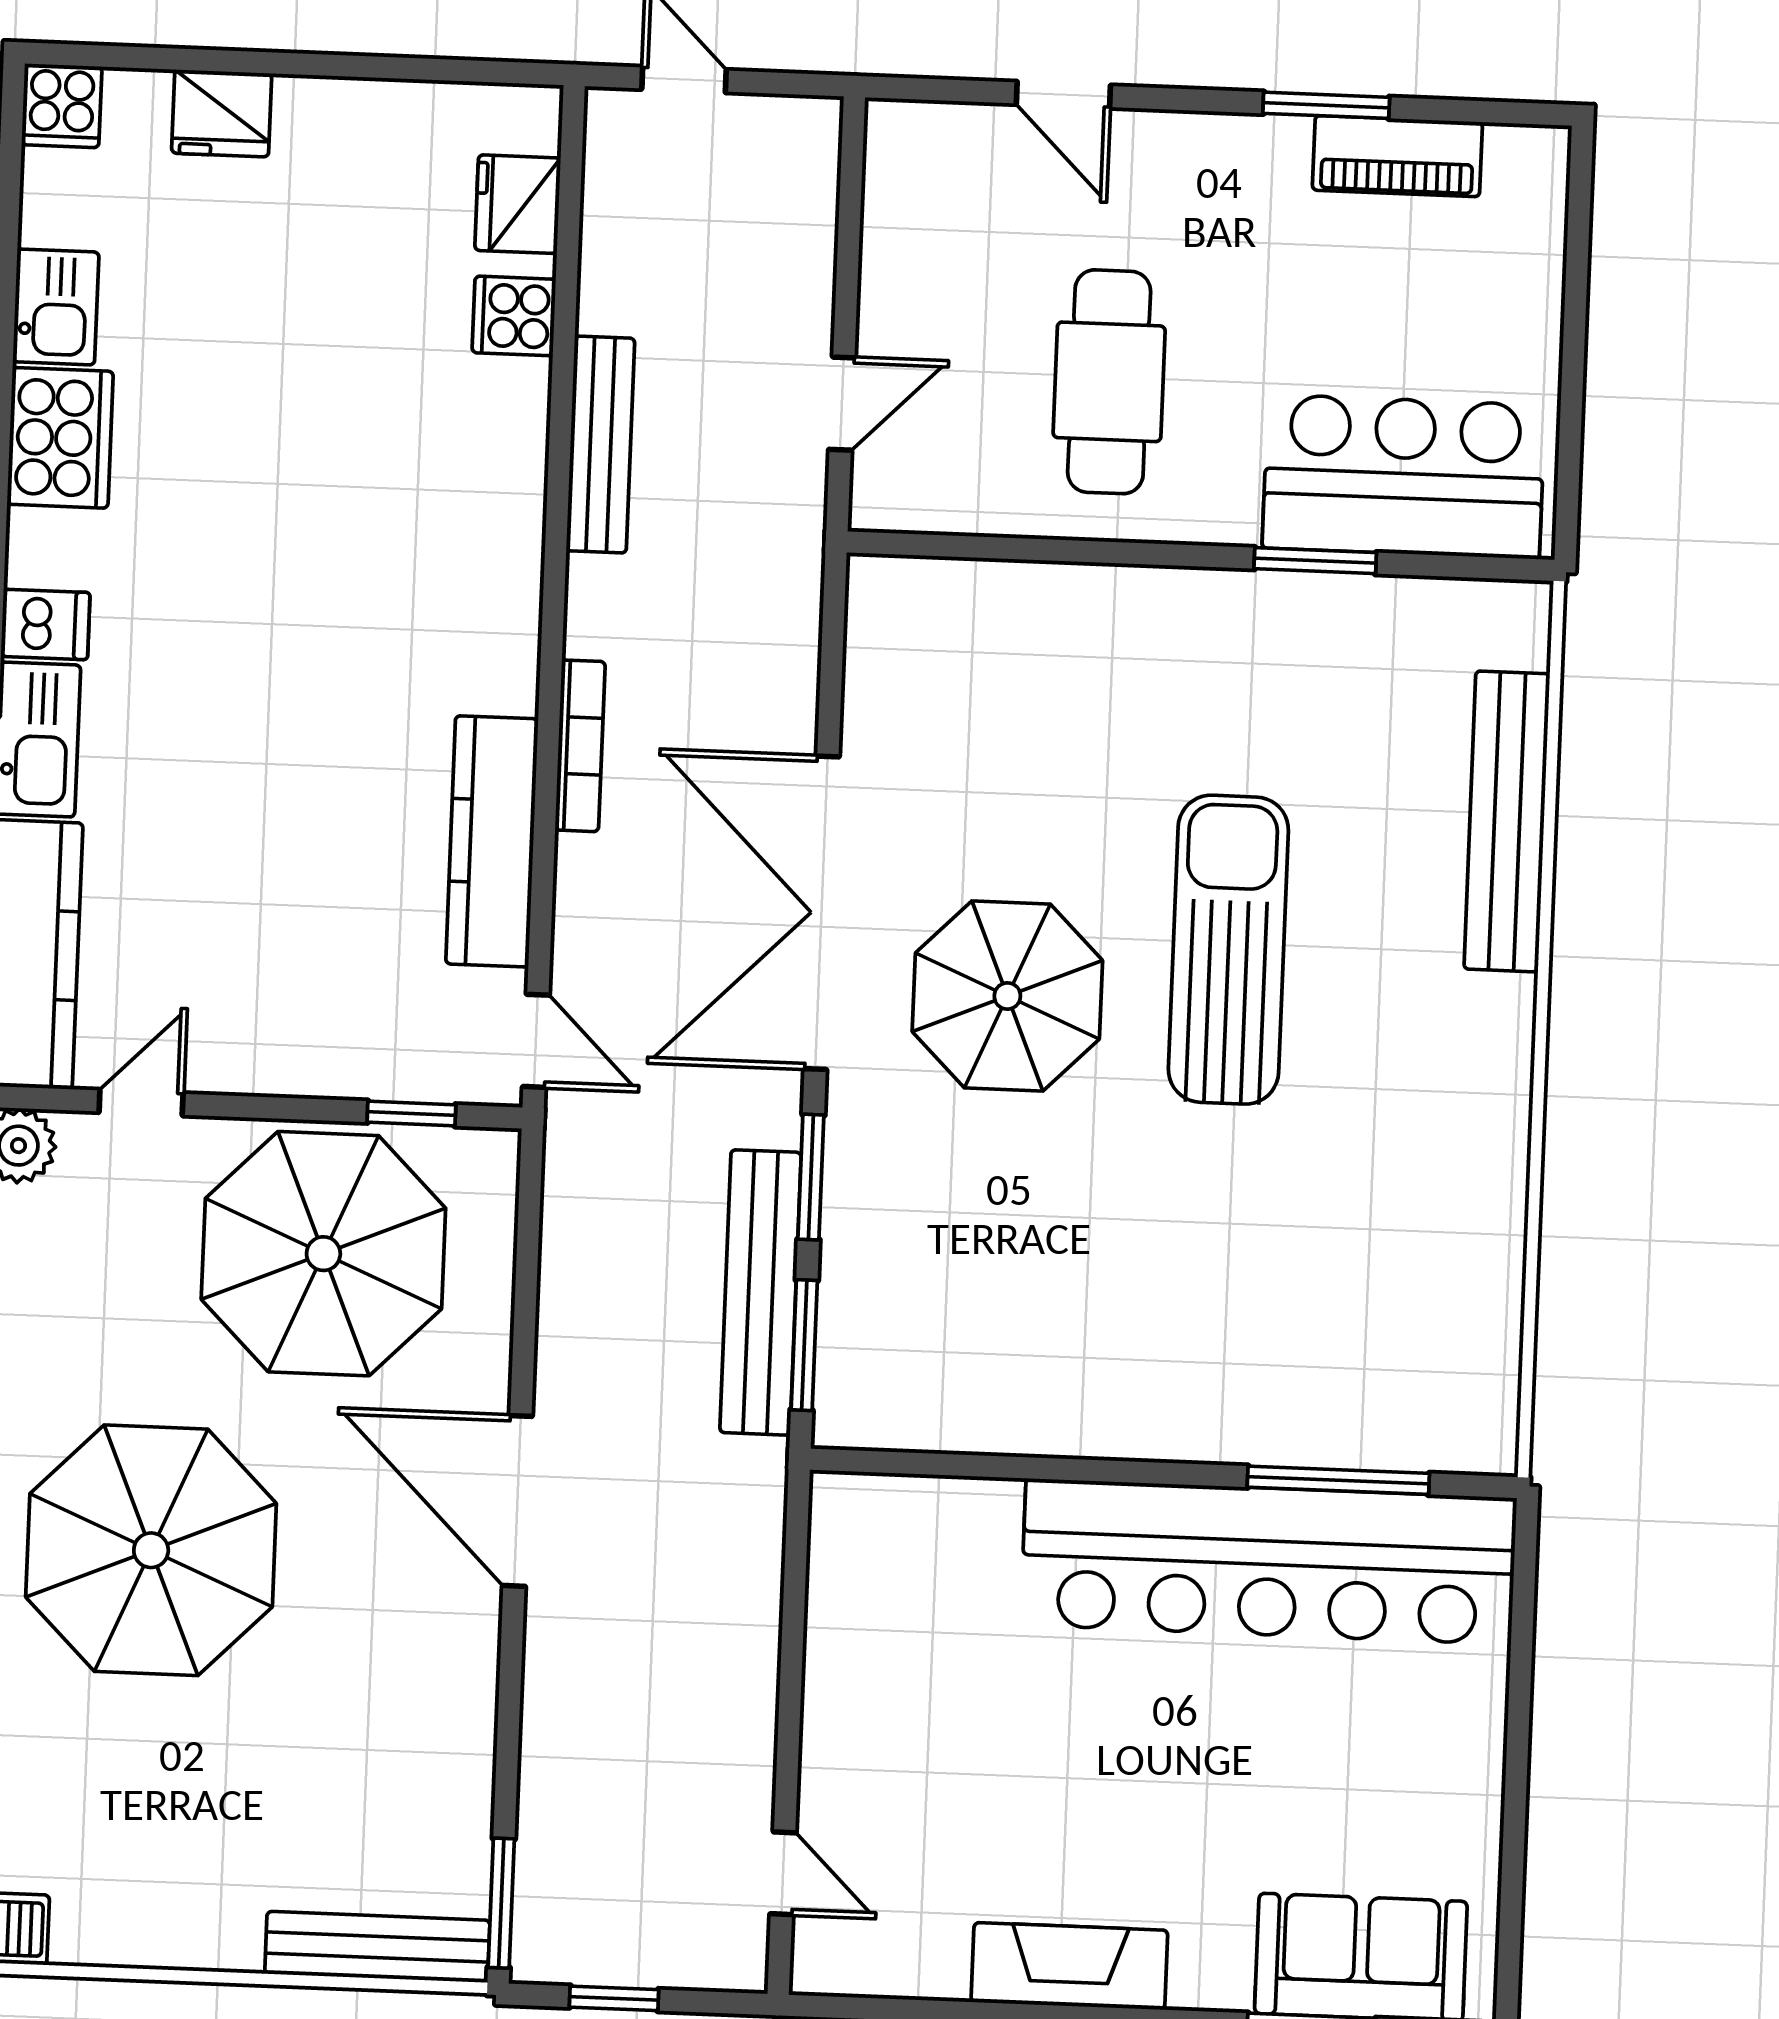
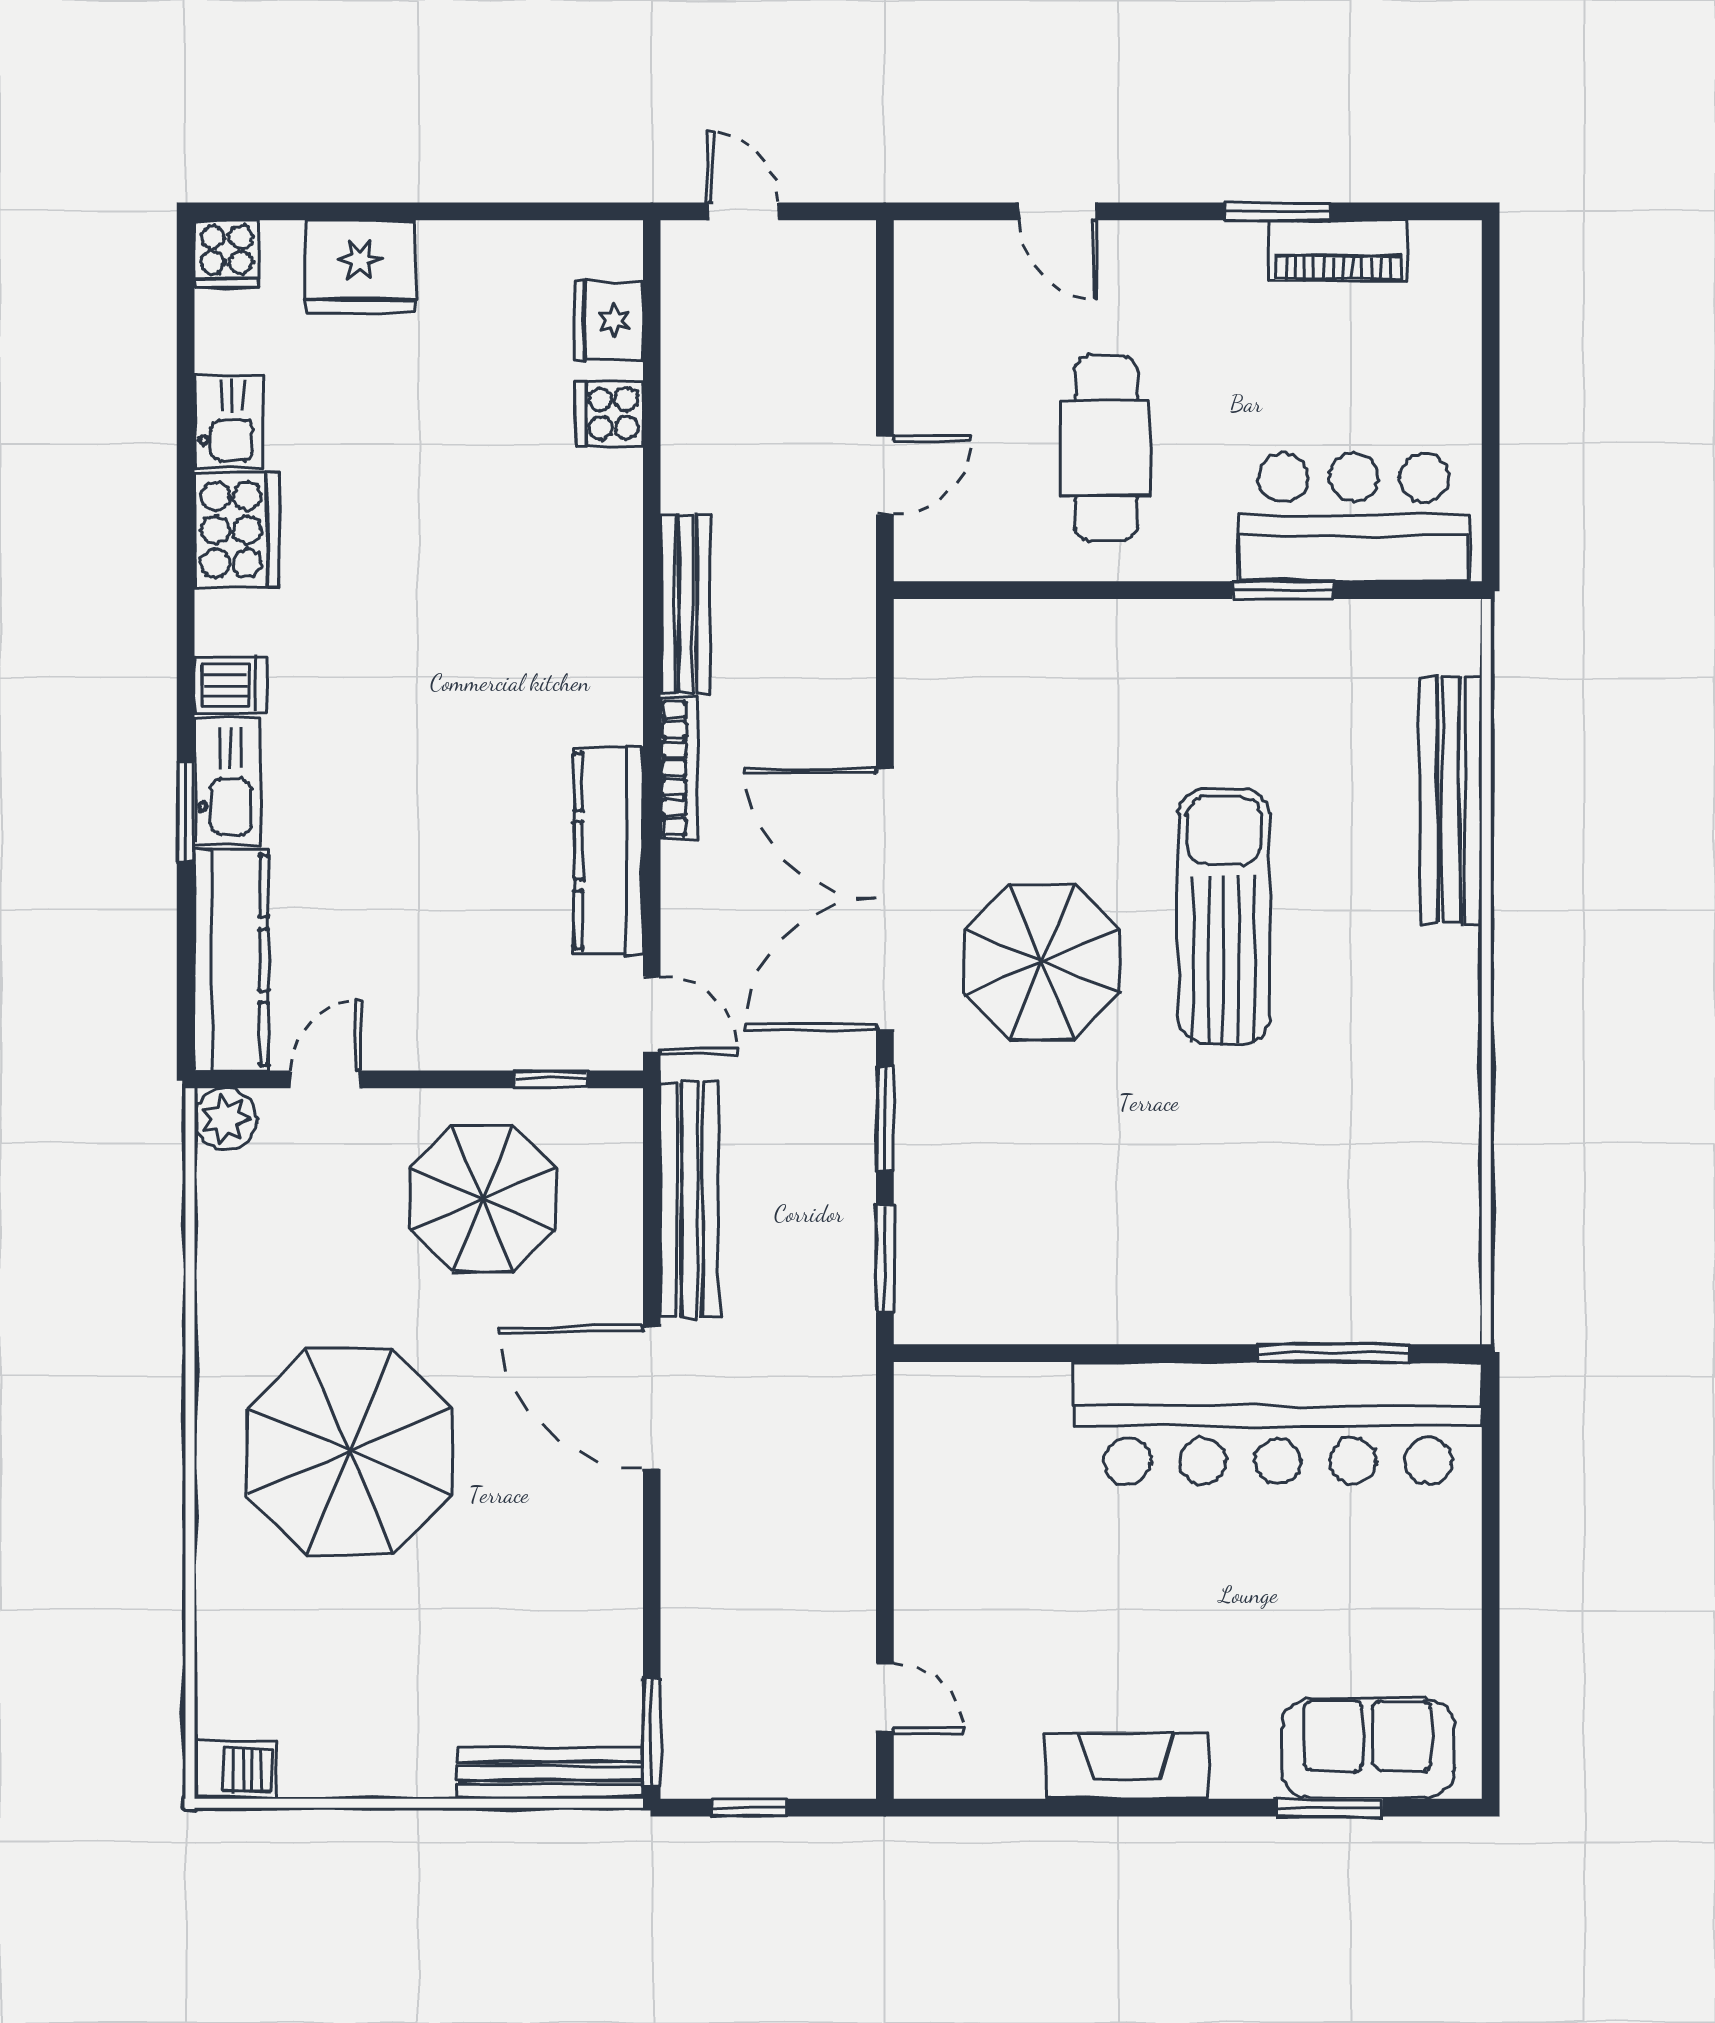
fridge: (222, 113) -> (360, 267), width x1.36, depth x1.34
bench: (600, 445) -> (686, 604), moved
parasol: (323, 1254) -> (482, 1199), width x0.73, depth x0.73
bench: (761, 1292) -> (690, 1200), moved

